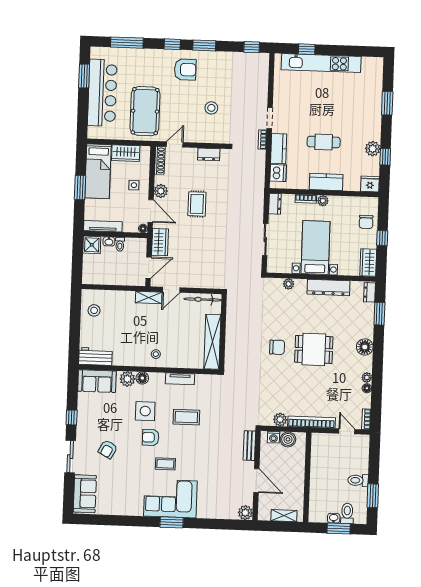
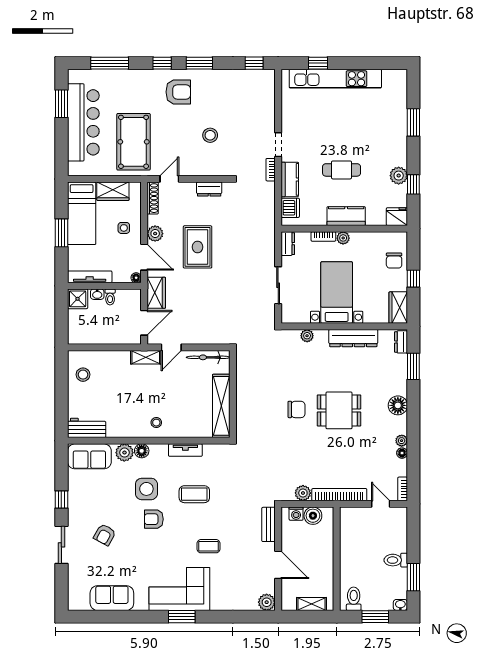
rug: (197, 204) -> (198, 247), width x1.36, depth x1.43
coffee table: (165, 464) -> (208, 546), moved
sofa: (85, 494) -> (112, 598), moved, turned -90
toilet: (347, 513) -> (354, 599), moved
washbasin: (334, 518) -> (400, 605), moved

